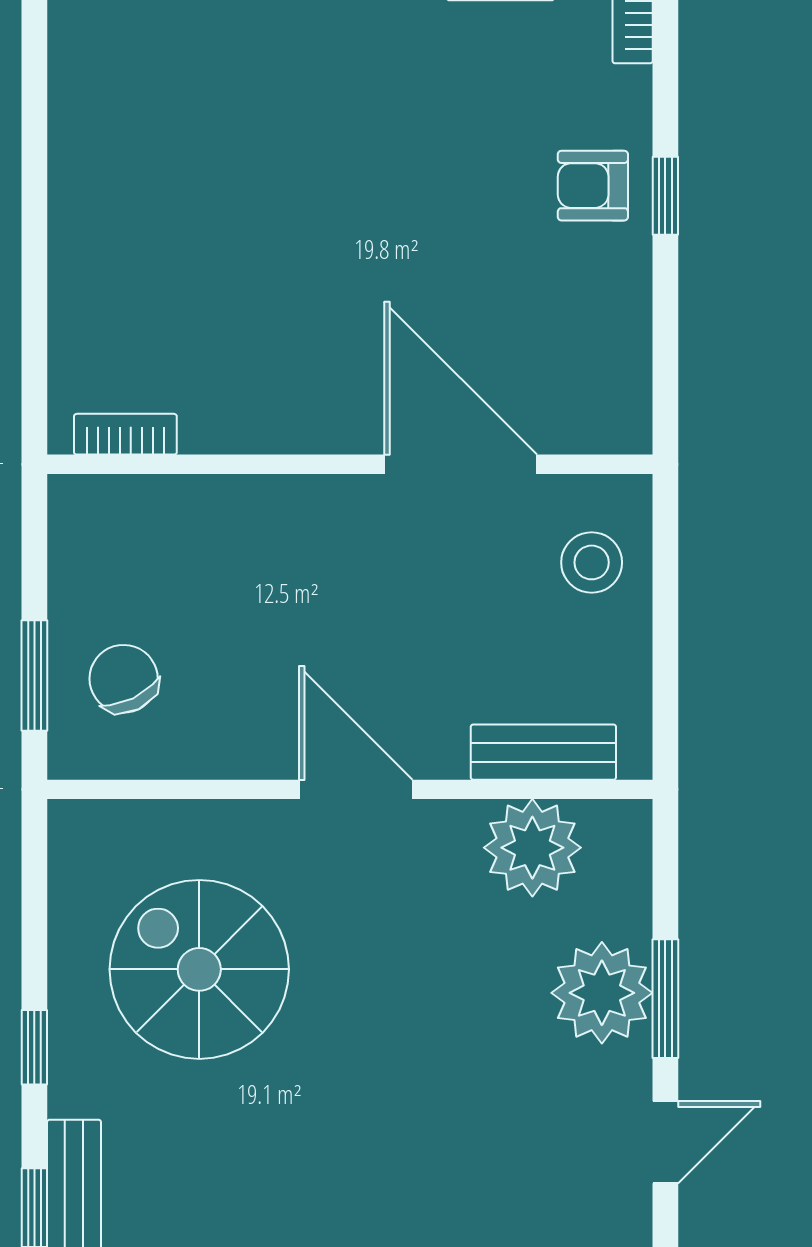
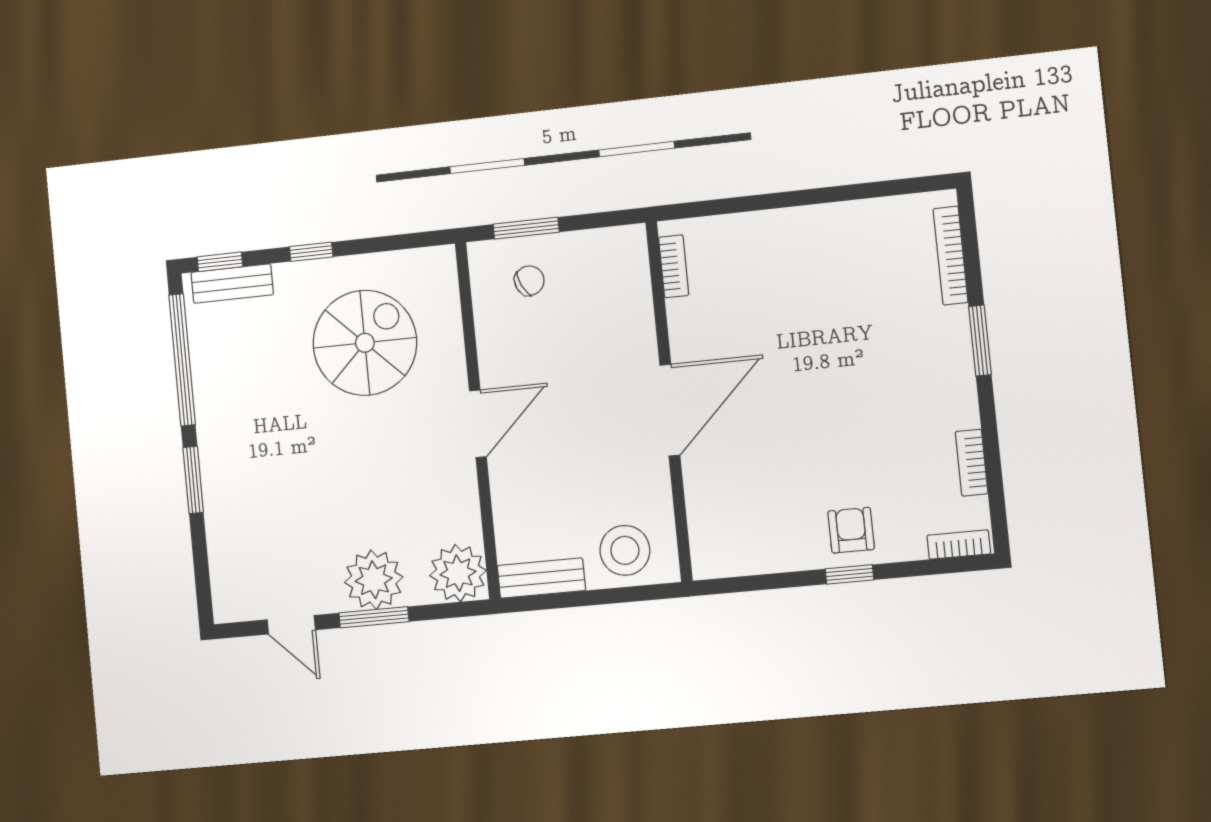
door: (461, 464) -> (670, 410), moved
stool: (592, 562) -> (625, 550), width x1.38, depth x1.38
chair: (124, 679) -> (529, 281), width x0.73, depth x0.73
bench: (543, 752) -> (541, 578), moved, turned 90
plant: (532, 848) -> (458, 573), moved

